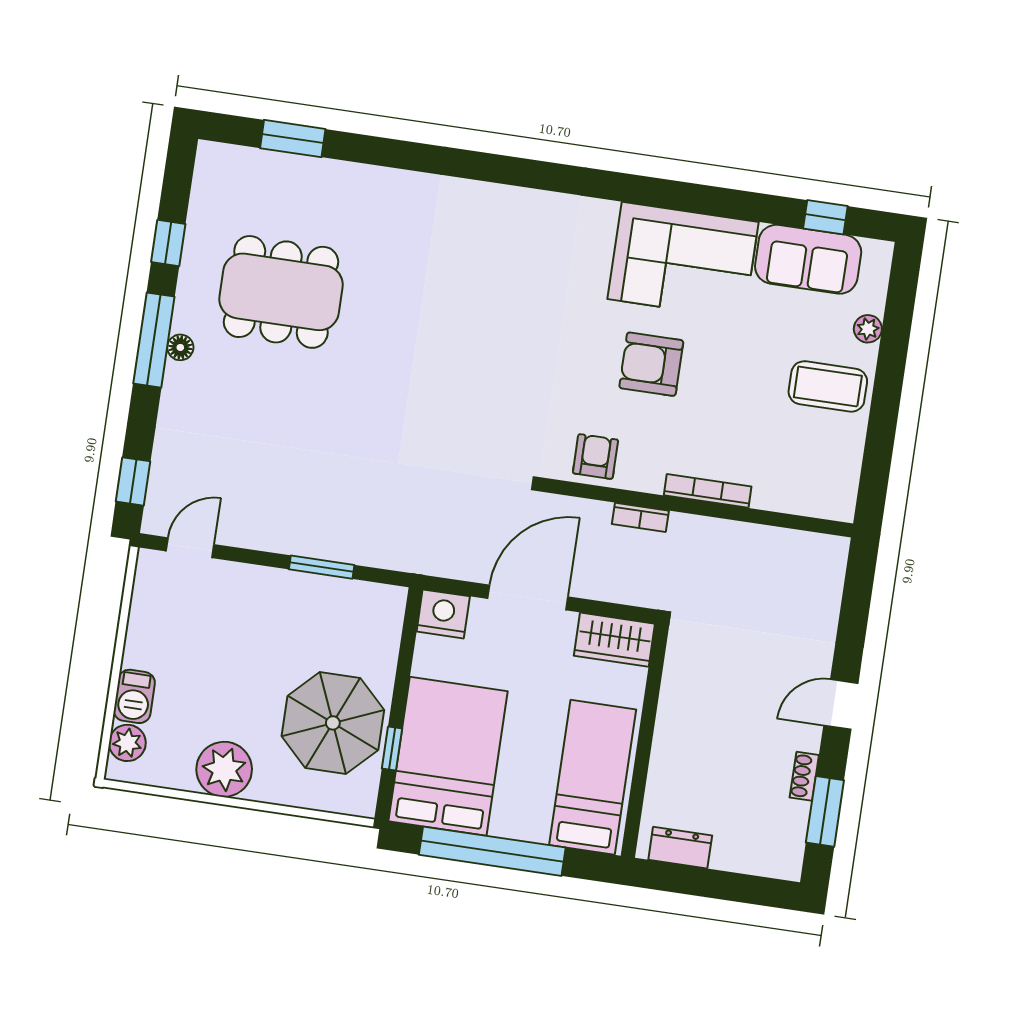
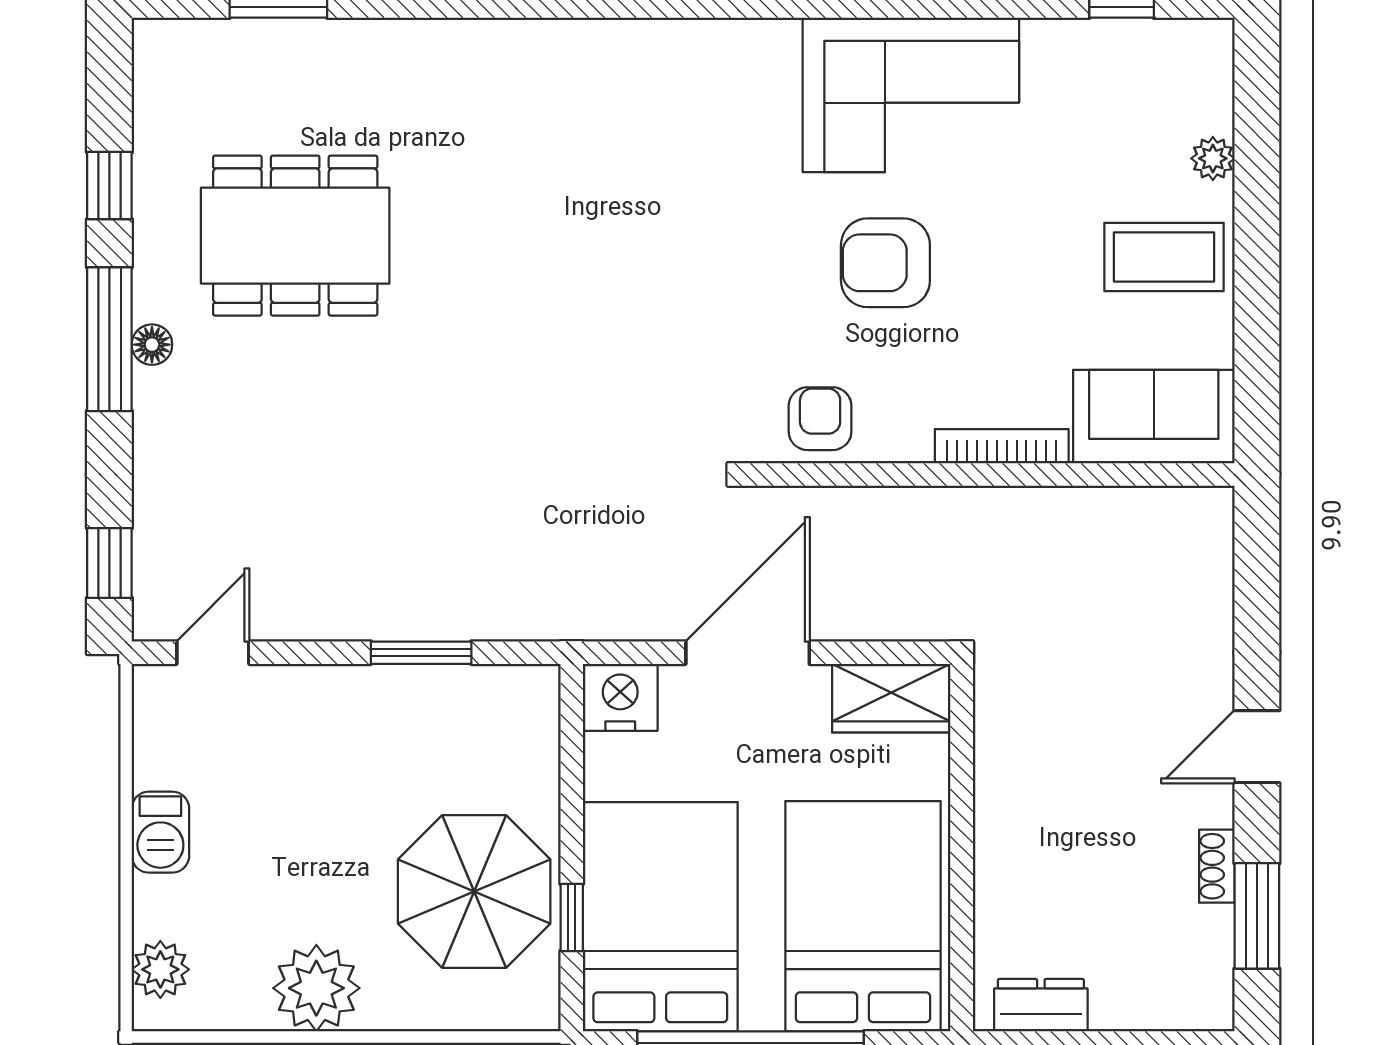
sofa: (808, 259) -> (1154, 417), moved, turned 180
bookcase: (640, 517) -> (904, 503), removed
barbecue: (134, 696) -> (160, 832), moved
bed: (593, 777) -> (863, 916), width x1.50

